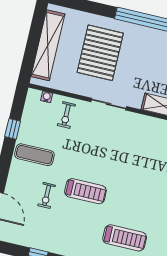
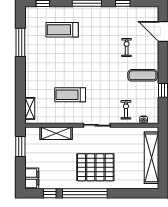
pallet: (100, 53) -> (95, 167), moved, turned 90
treadmill: (85, 191) -> (70, 95), moved

